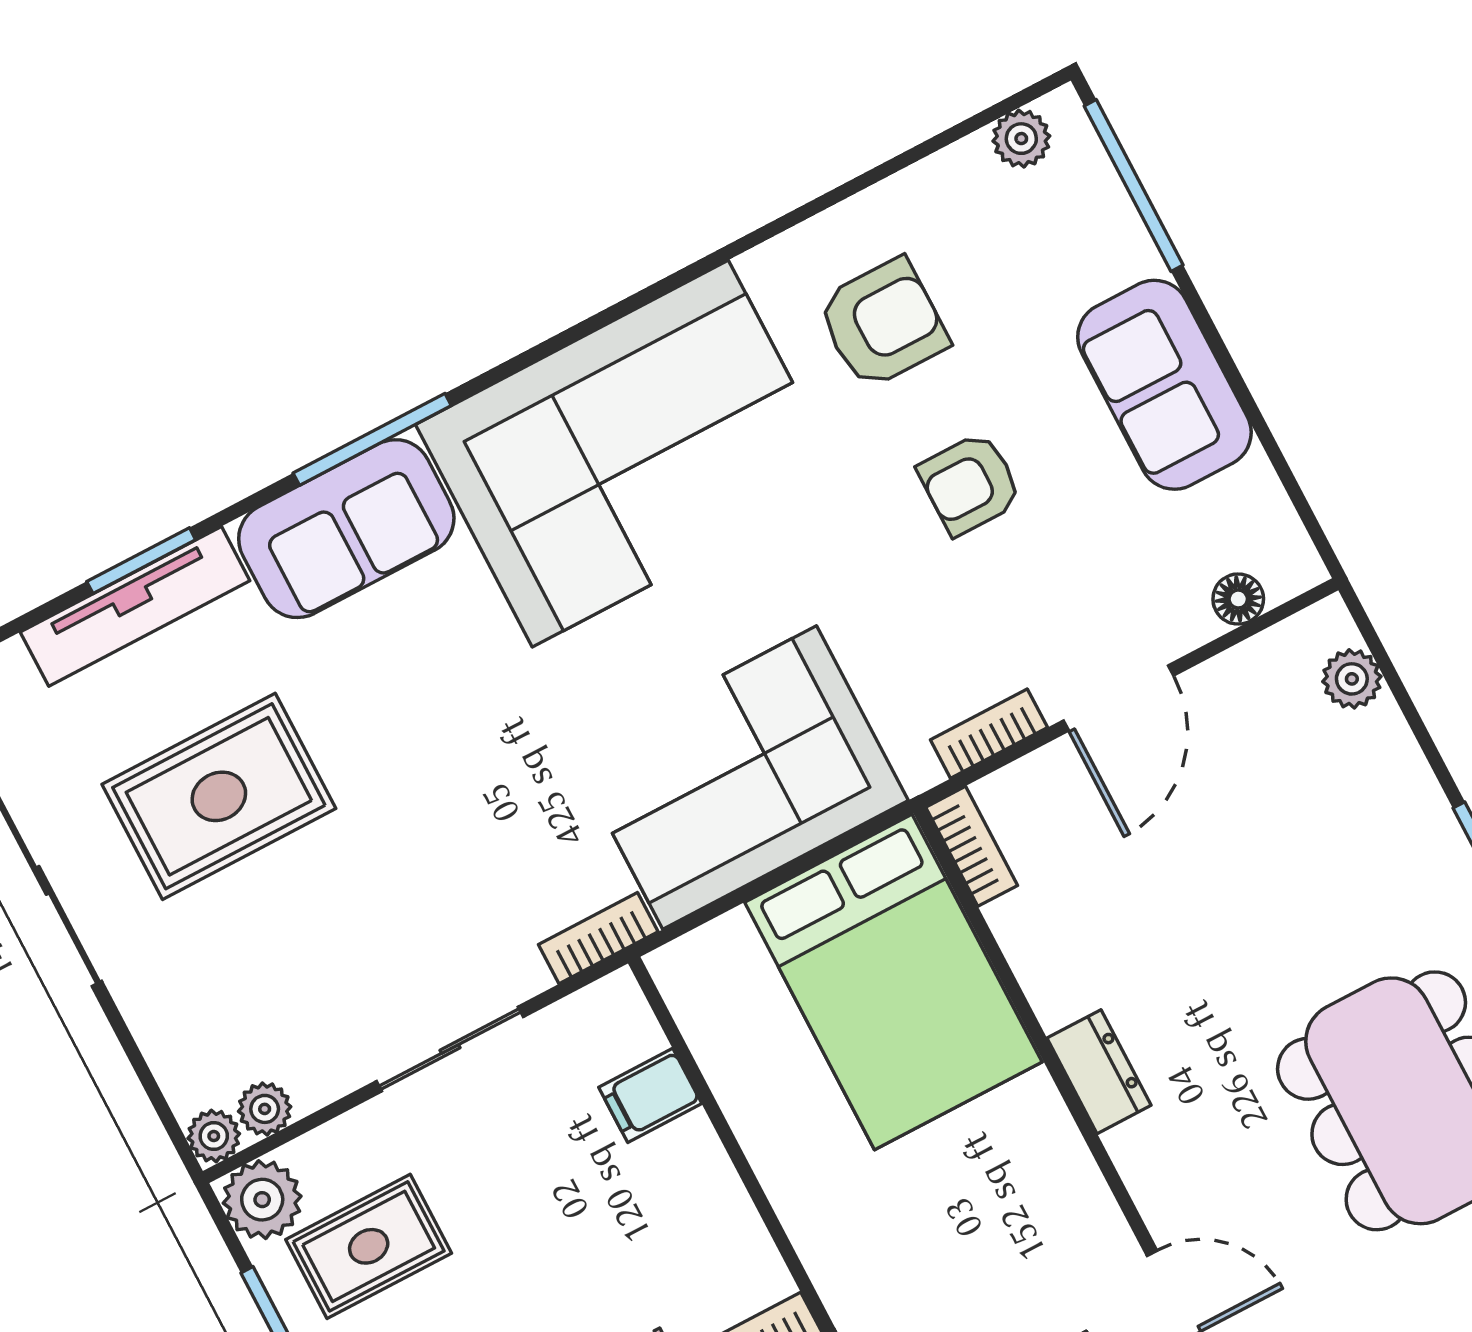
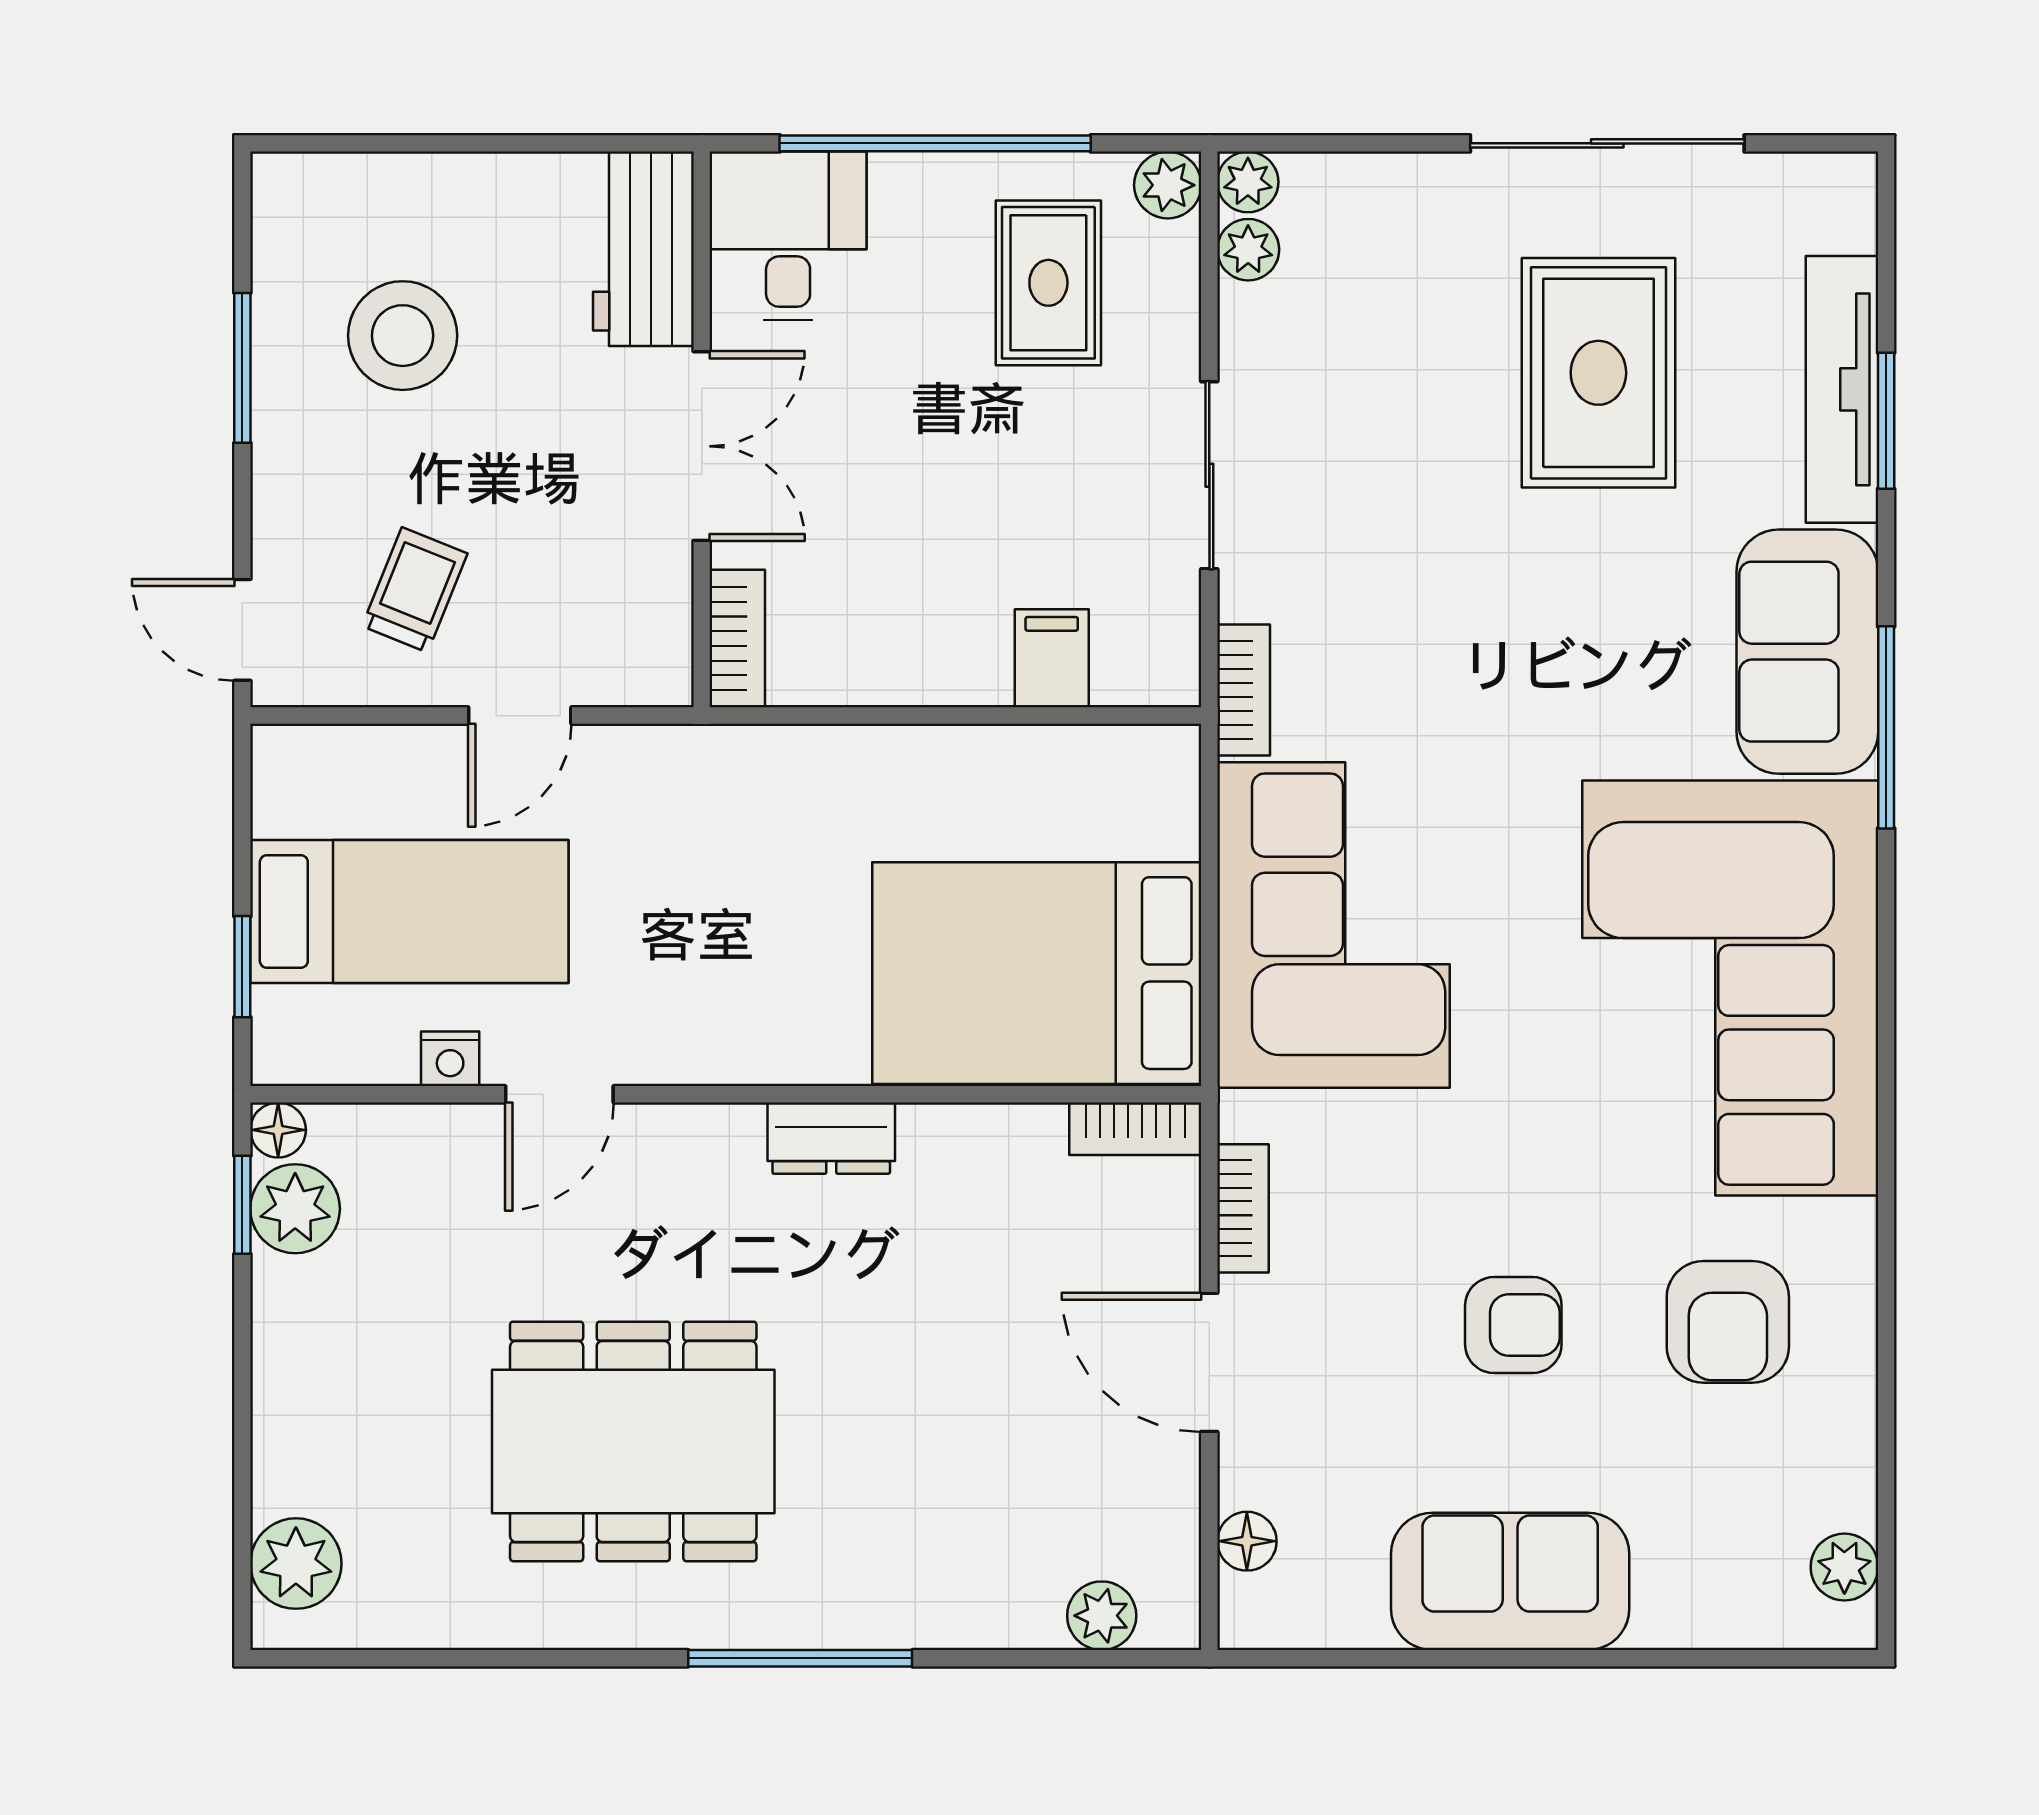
window: (1134, 186) -> (1734, 1658), removed
armchair: (970, 484) -> (1513, 1325), turned 90
plant: (262, 1200) -> (1168, 185), width x0.73, depth x0.73

